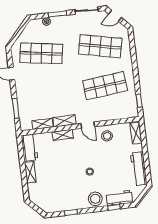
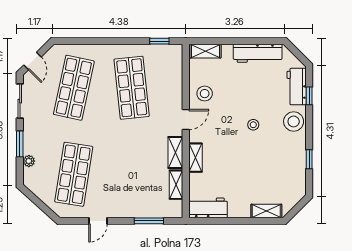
shelving: (30, 172) -> (266, 211), moved

